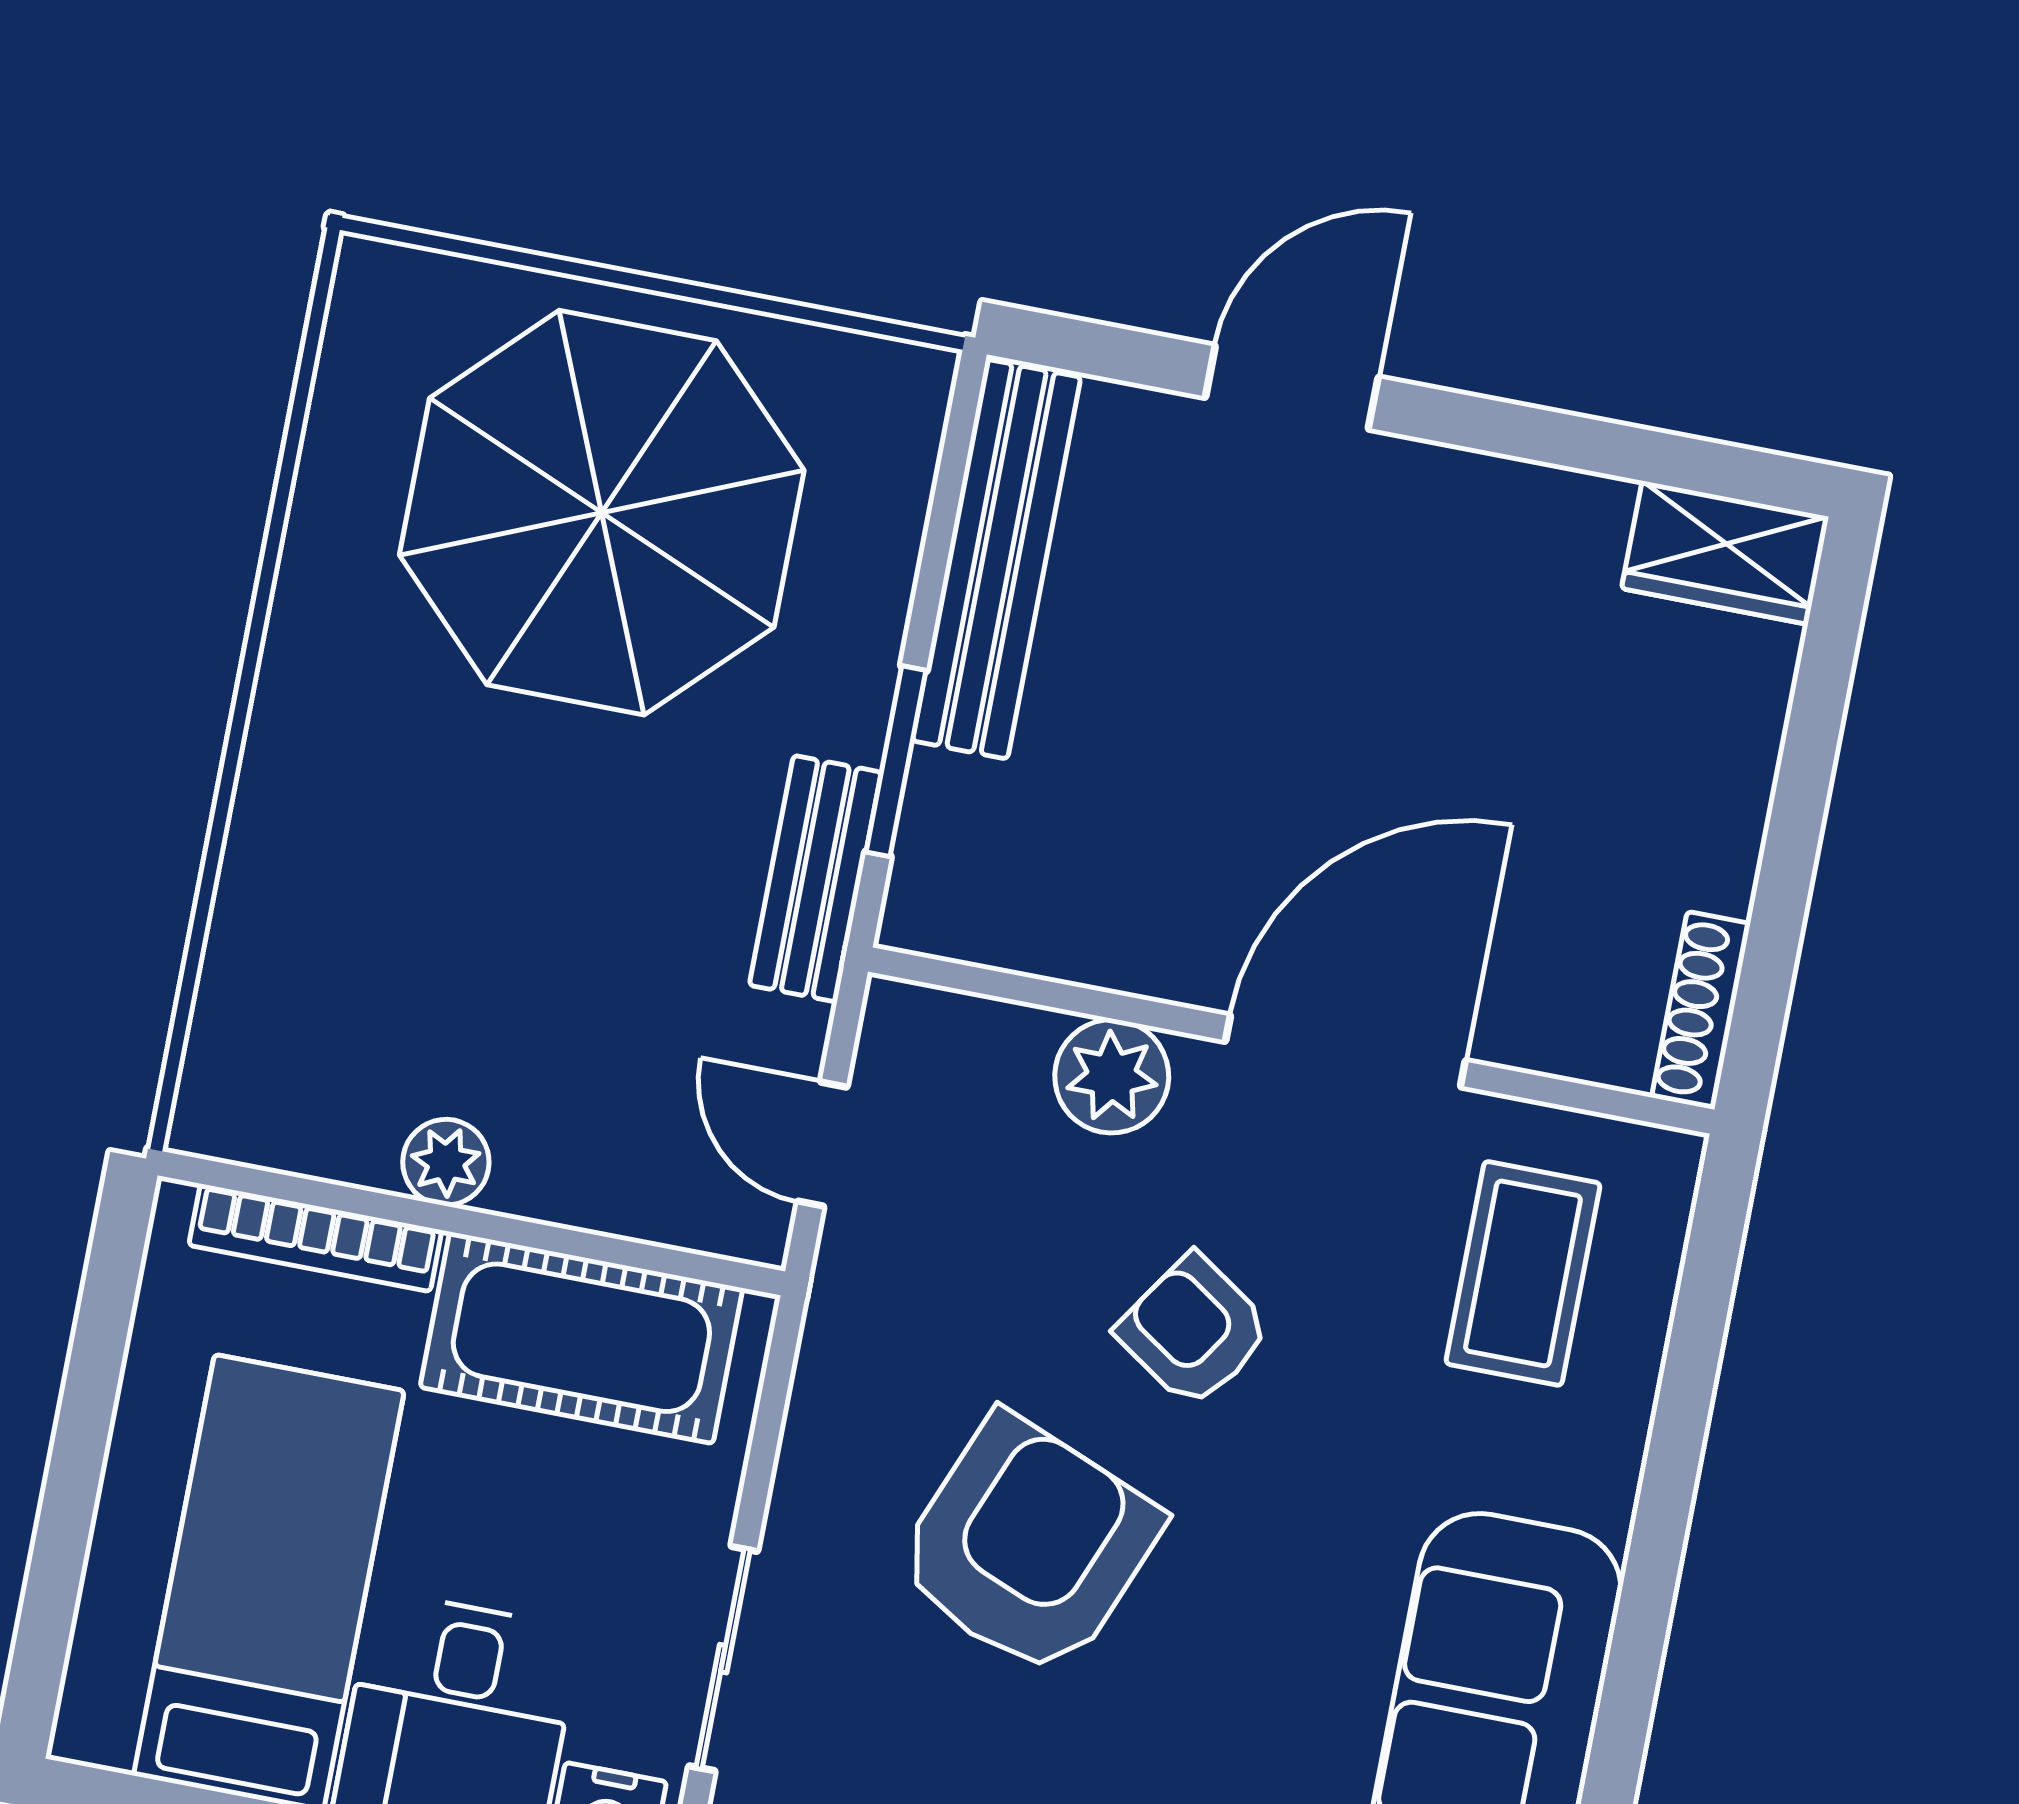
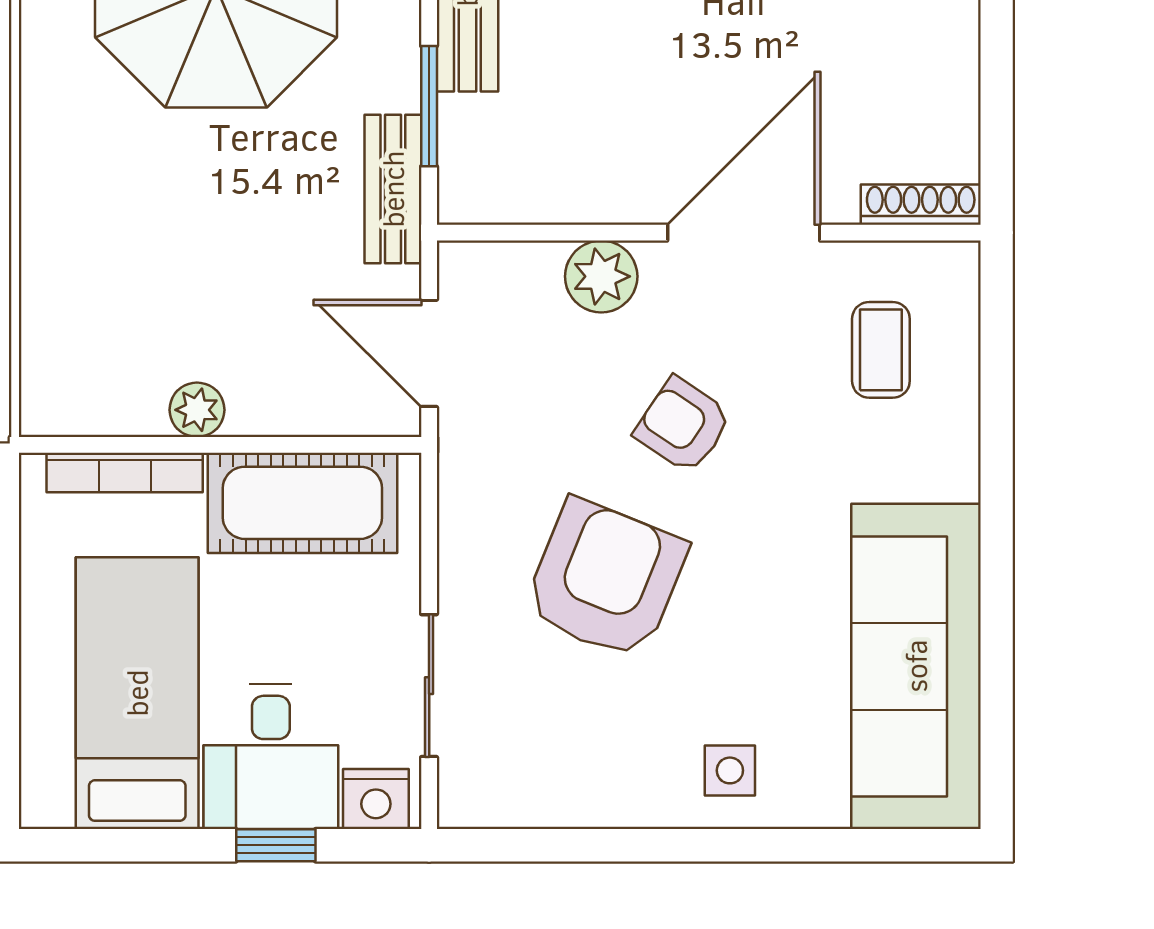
shoe rack: (1701, 1010) -> (921, 205), moved, turned 90
door: (822, 1144) -> (429, 353), width x1.38
coffee table: (1523, 1273) -> (881, 350), width x0.73, depth x0.77

